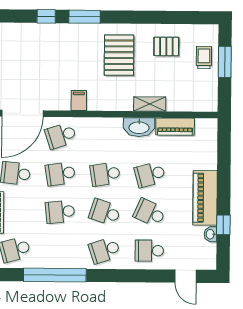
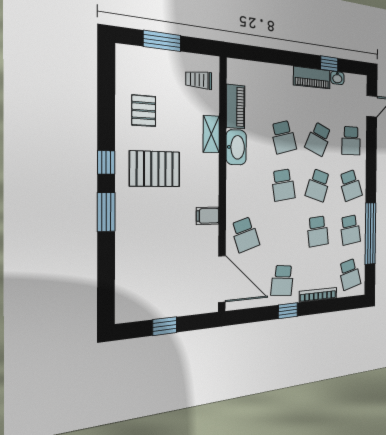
window: (46, 16) -> (106, 162), moved
trolley: (204, 57) -> (199, 80), moved
school desk: (60, 174) -> (350, 230), moved
piano: (205, 198) -> (312, 78), width x0.73, depth x0.75

